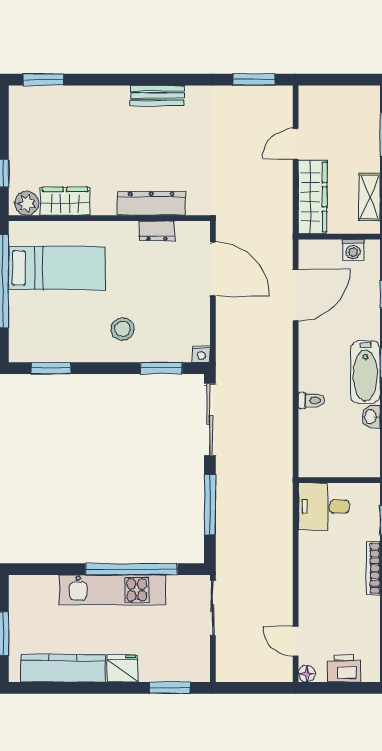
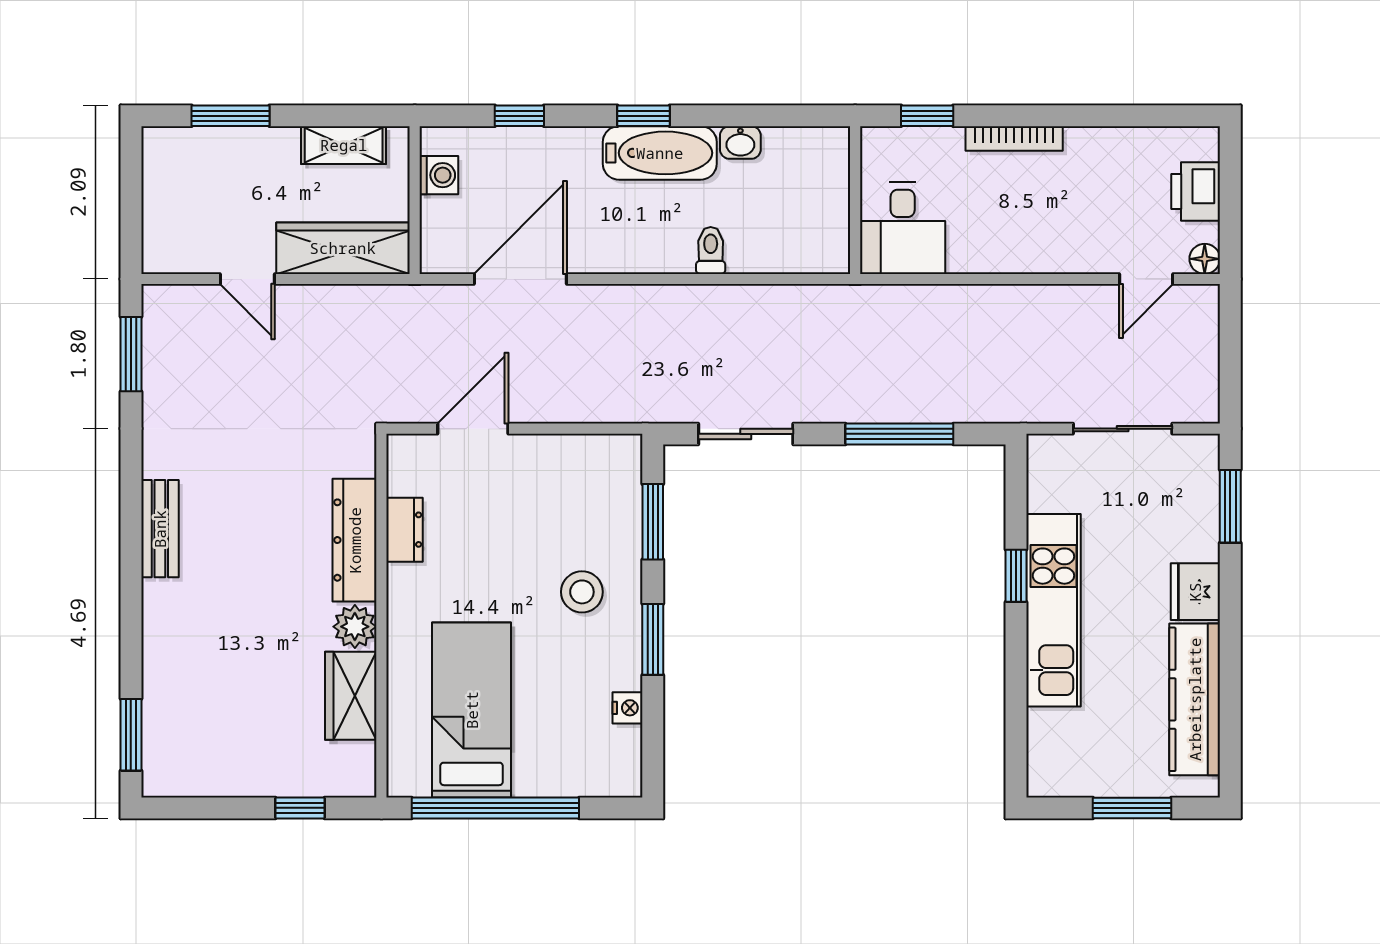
plant: (27, 203) -> (355, 627), moved
door: (213, 269) -> (473, 429), width x0.73
door: (296, 295) -> (520, 279), hinge flipped
nightstand: (201, 354) -> (628, 708), moved
window: (51, 368) -> (653, 639), moved
sliding door: (210, 420) -> (746, 434), width x0.73
window: (131, 569) -> (1016, 576), width x0.32
sliding door: (213, 608) -> (1123, 429), moved

